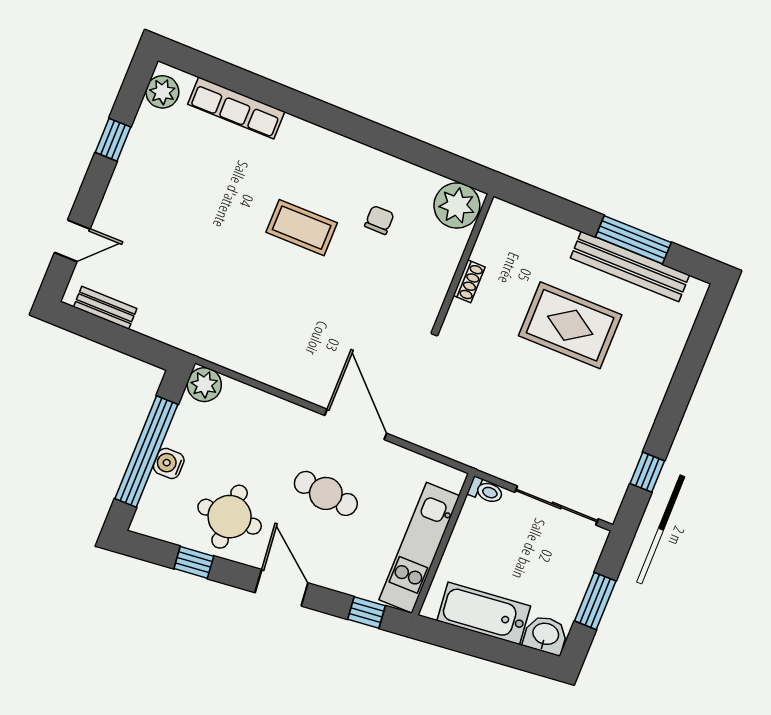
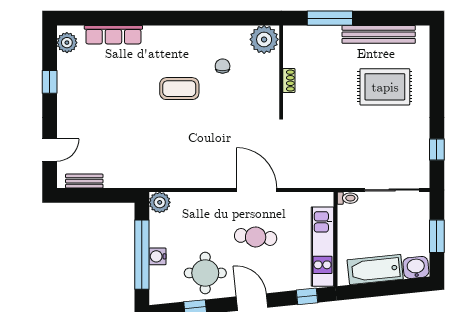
window: (633, 240) -> (330, 18), moved
rug: (570, 325) -> (385, 87), moved

